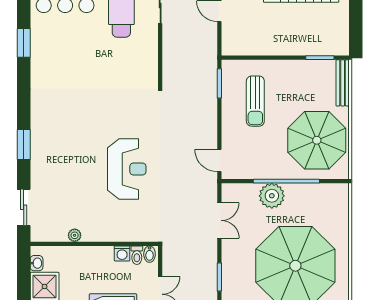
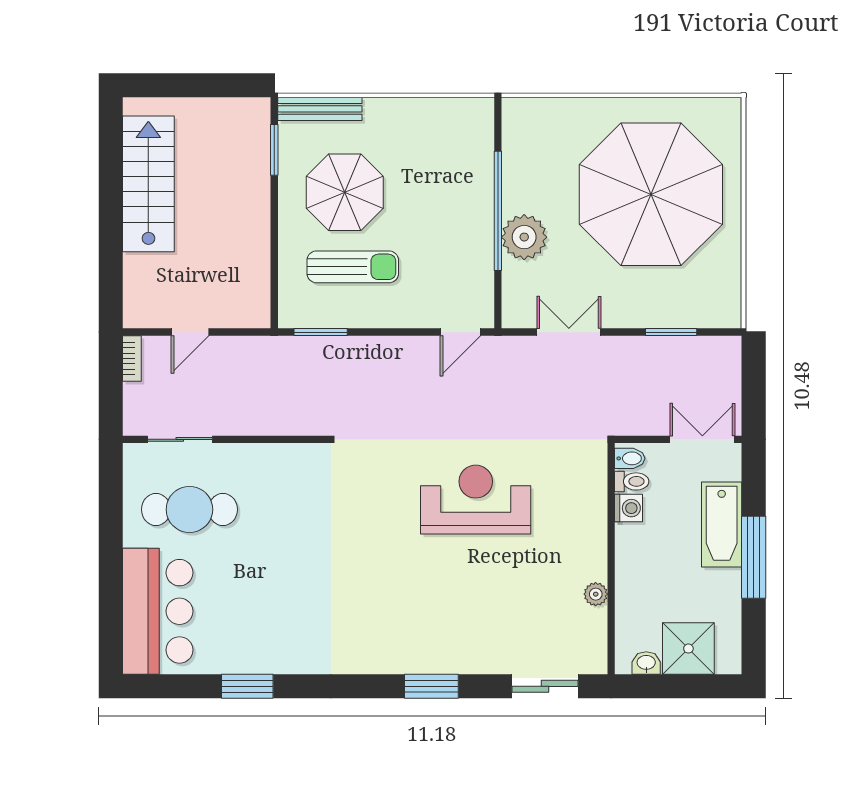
parasol: (317, 140) -> (345, 192), moved, width x0.73, depth x0.73

